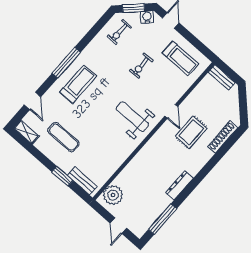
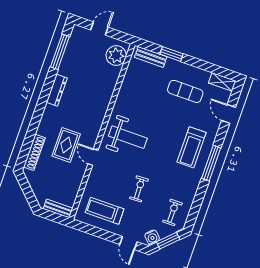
door: (118, 226) -> (99, 29), hinge flipped

